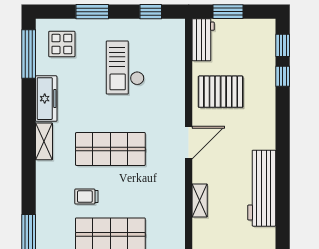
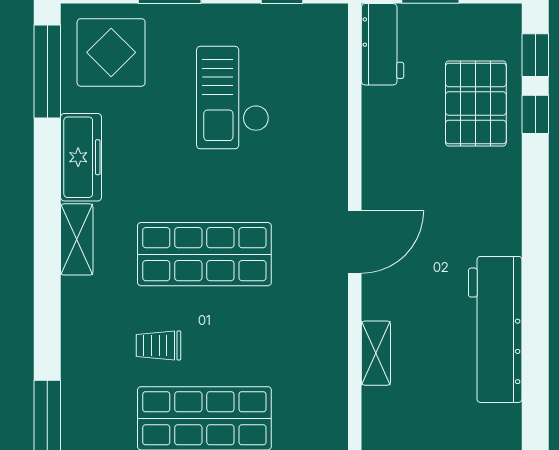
display table: (62, 44) -> (111, 52), width x1.36, depth x1.36
pallet: (221, 92) -> (476, 103), moved, turned 90

